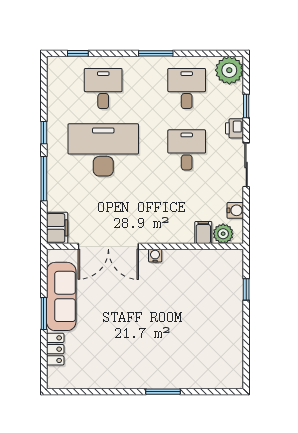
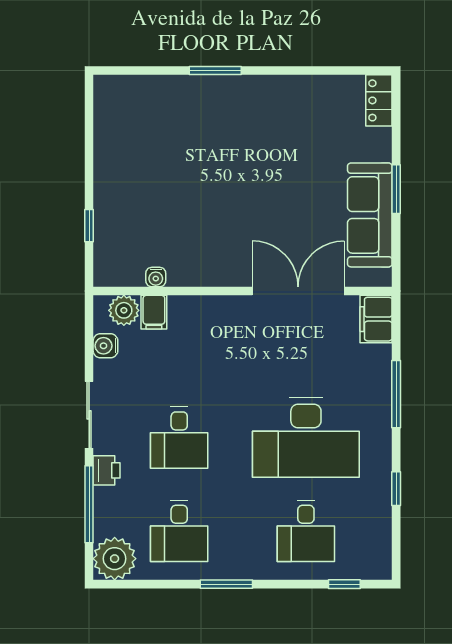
window: (246, 106) -> (89, 504), width x2.17
window: (44, 133) -> (396, 489), moved
water cooler: (155, 256) -> (156, 277), moved
locker: (55, 349) -> (379, 100), moved

